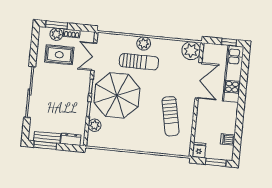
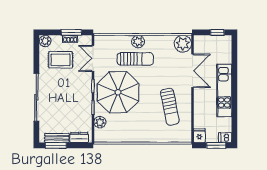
window: (57, 25) -> (71, 32), moved
plant: (56, 34) -> (45, 41), moved
kitchen unit: (233, 74) -> (224, 90), moved
dishwasher: (228, 139) -> (225, 138), moved

